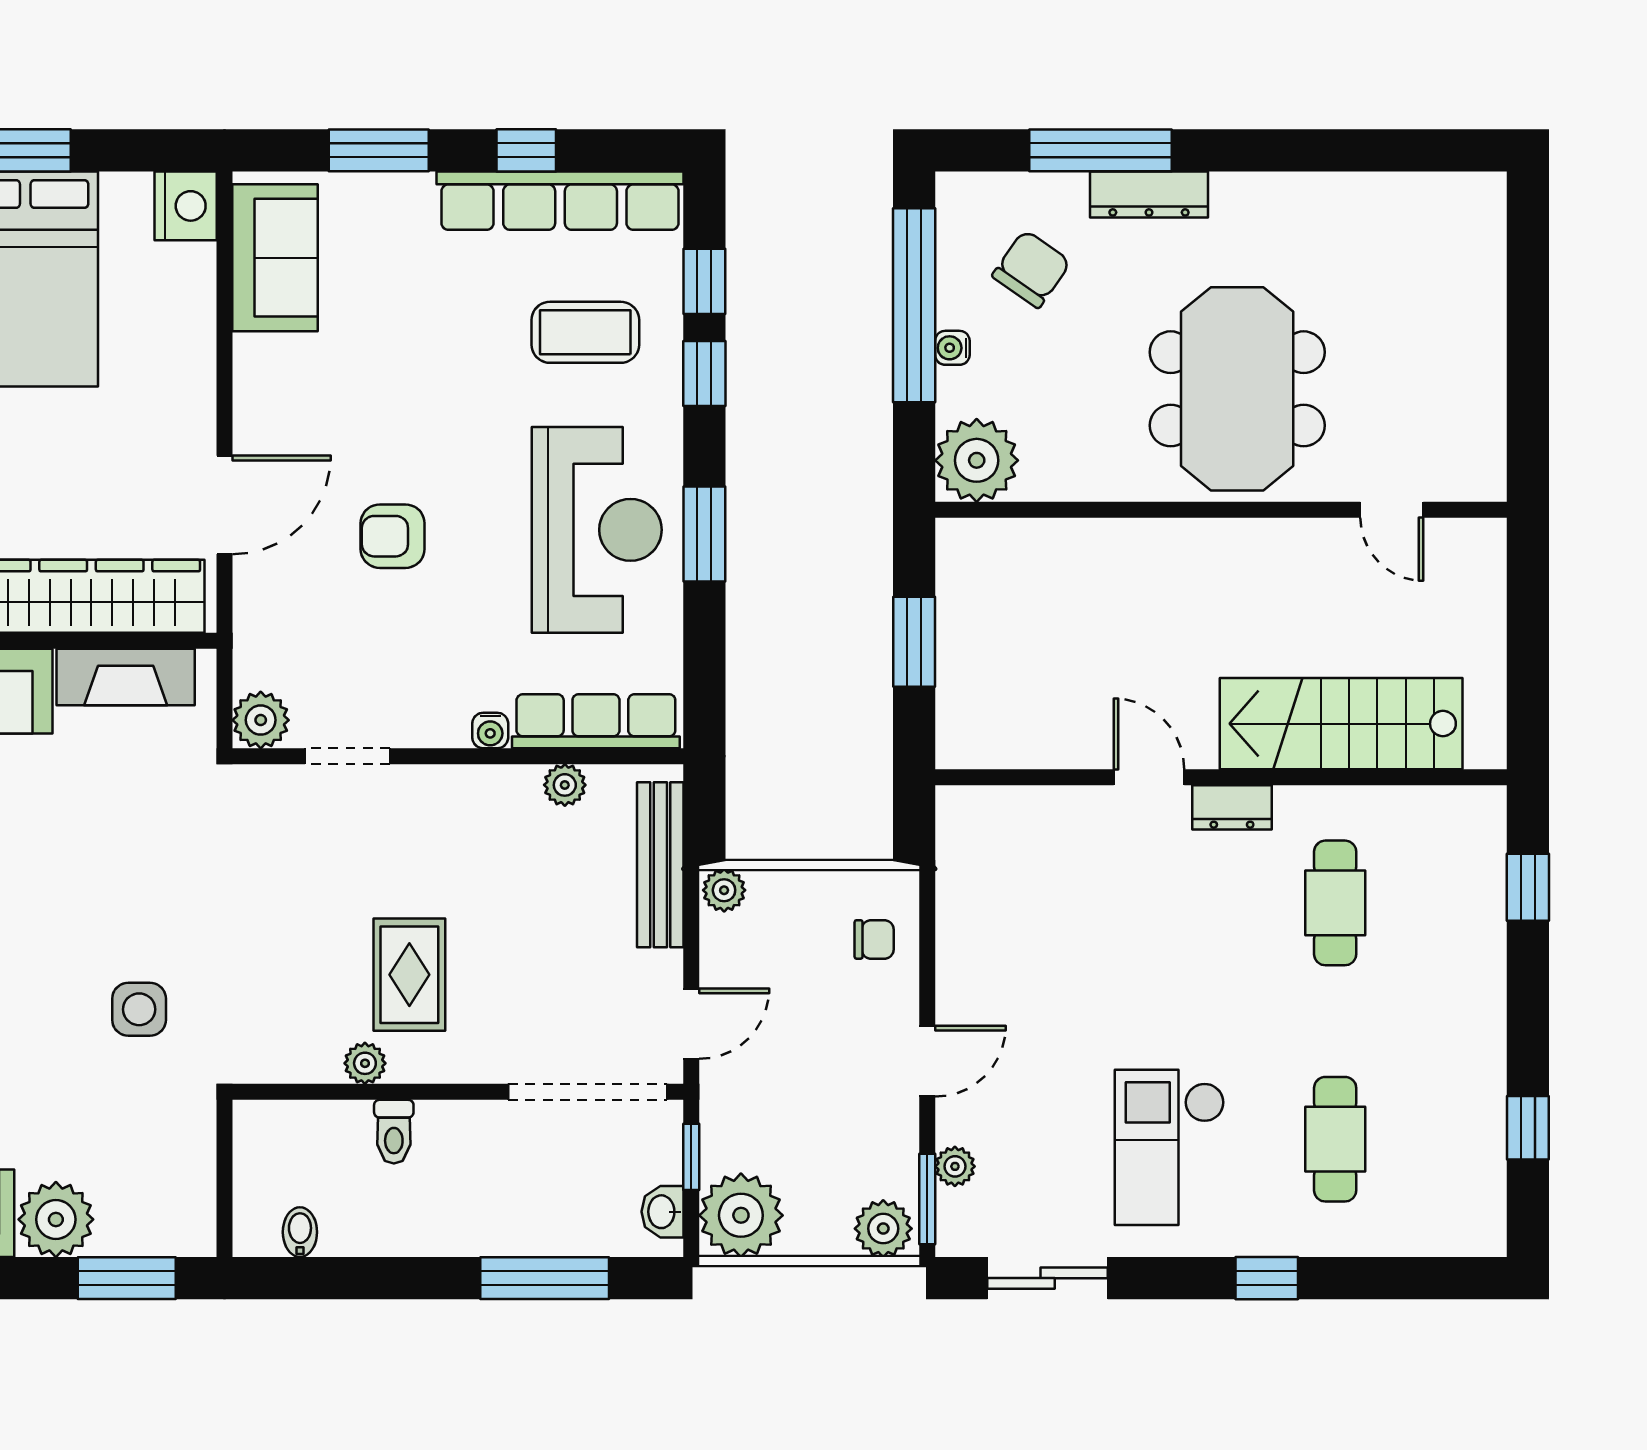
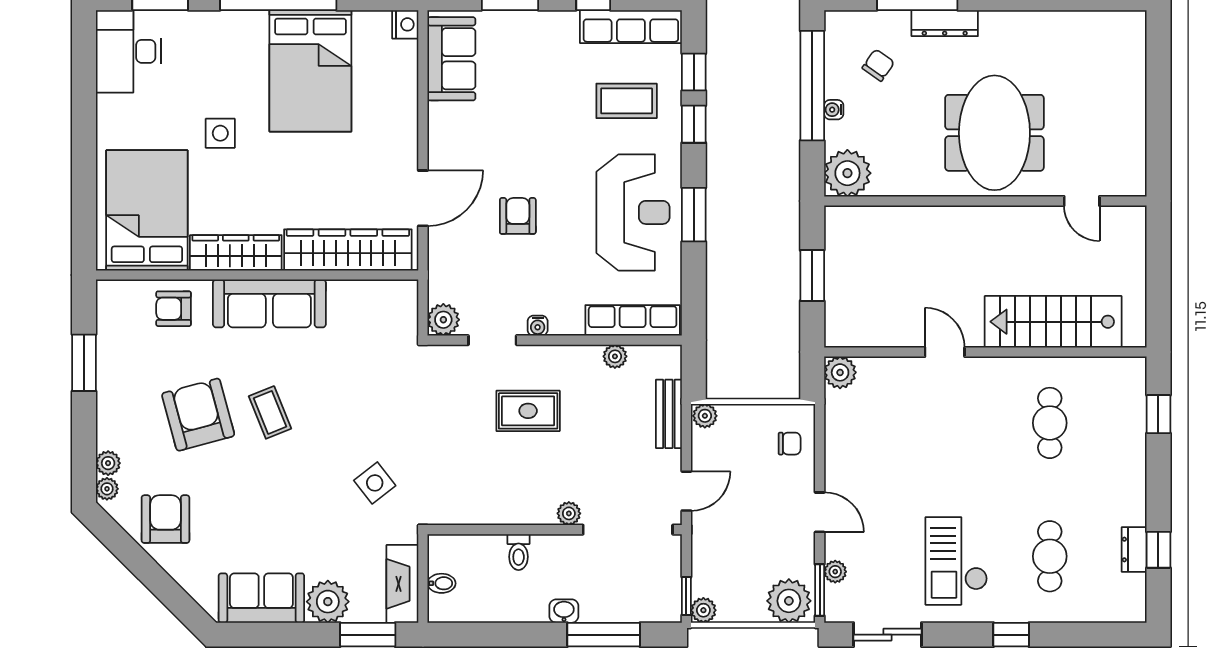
row of seats: (560, 201) -> (631, 27), width x0.73
nightstand: (186, 206) -> (405, 24), width x0.74, depth x0.75
chair: (1031, 269) -> (878, 65), width x0.73, depth x0.73
armchair: (393, 536) -> (518, 216), turned 90
fireplace: (126, 677) -> (402, 584), moved, turned 90
water cooler: (490, 731) -> (538, 326), moved
dresser: (1232, 807) -> (1134, 550), moved, turned 90
plant: (964, 813) -> (840, 372), added
bench: (660, 865) -> (669, 414), width x0.73
rug: (409, 975) -> (528, 411), moved, turned 90
side table: (139, 1009) -> (375, 483), turned -38
door: (927, 1061) -> (820, 512), hinge flipped
plant: (365, 1063) -> (569, 513), moved
window: (691, 1157) -> (686, 596), moved
washbasin: (663, 1212) -> (564, 611), moved, turned 90
plant: (741, 1215) -> (703, 610), width x0.53, depth x0.53
plant: (883, 1229) -> (789, 601), width x1.36, depth x1.36
bidet: (300, 1232) -> (441, 583), moved, turned 90

